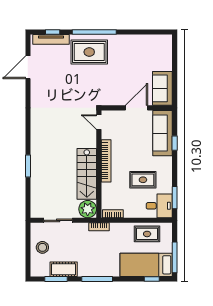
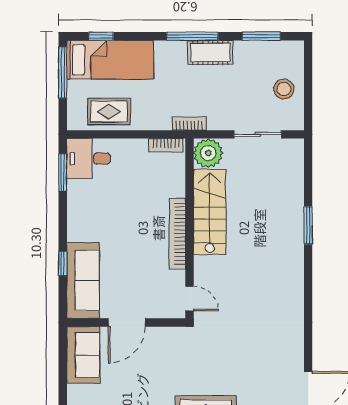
rug: (143, 180) -> (116, 202), removed
cot: (64, 269) -> (210, 52), moved

